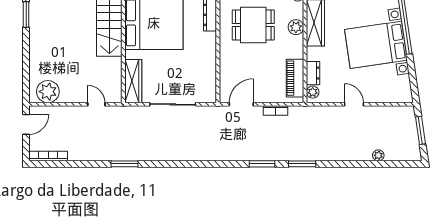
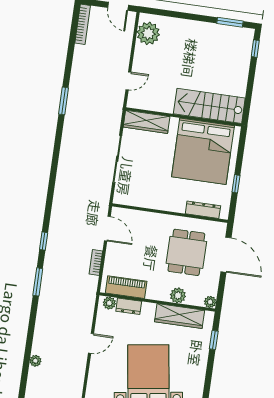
window: (262, 164) -> (44, 241), width x0.67

